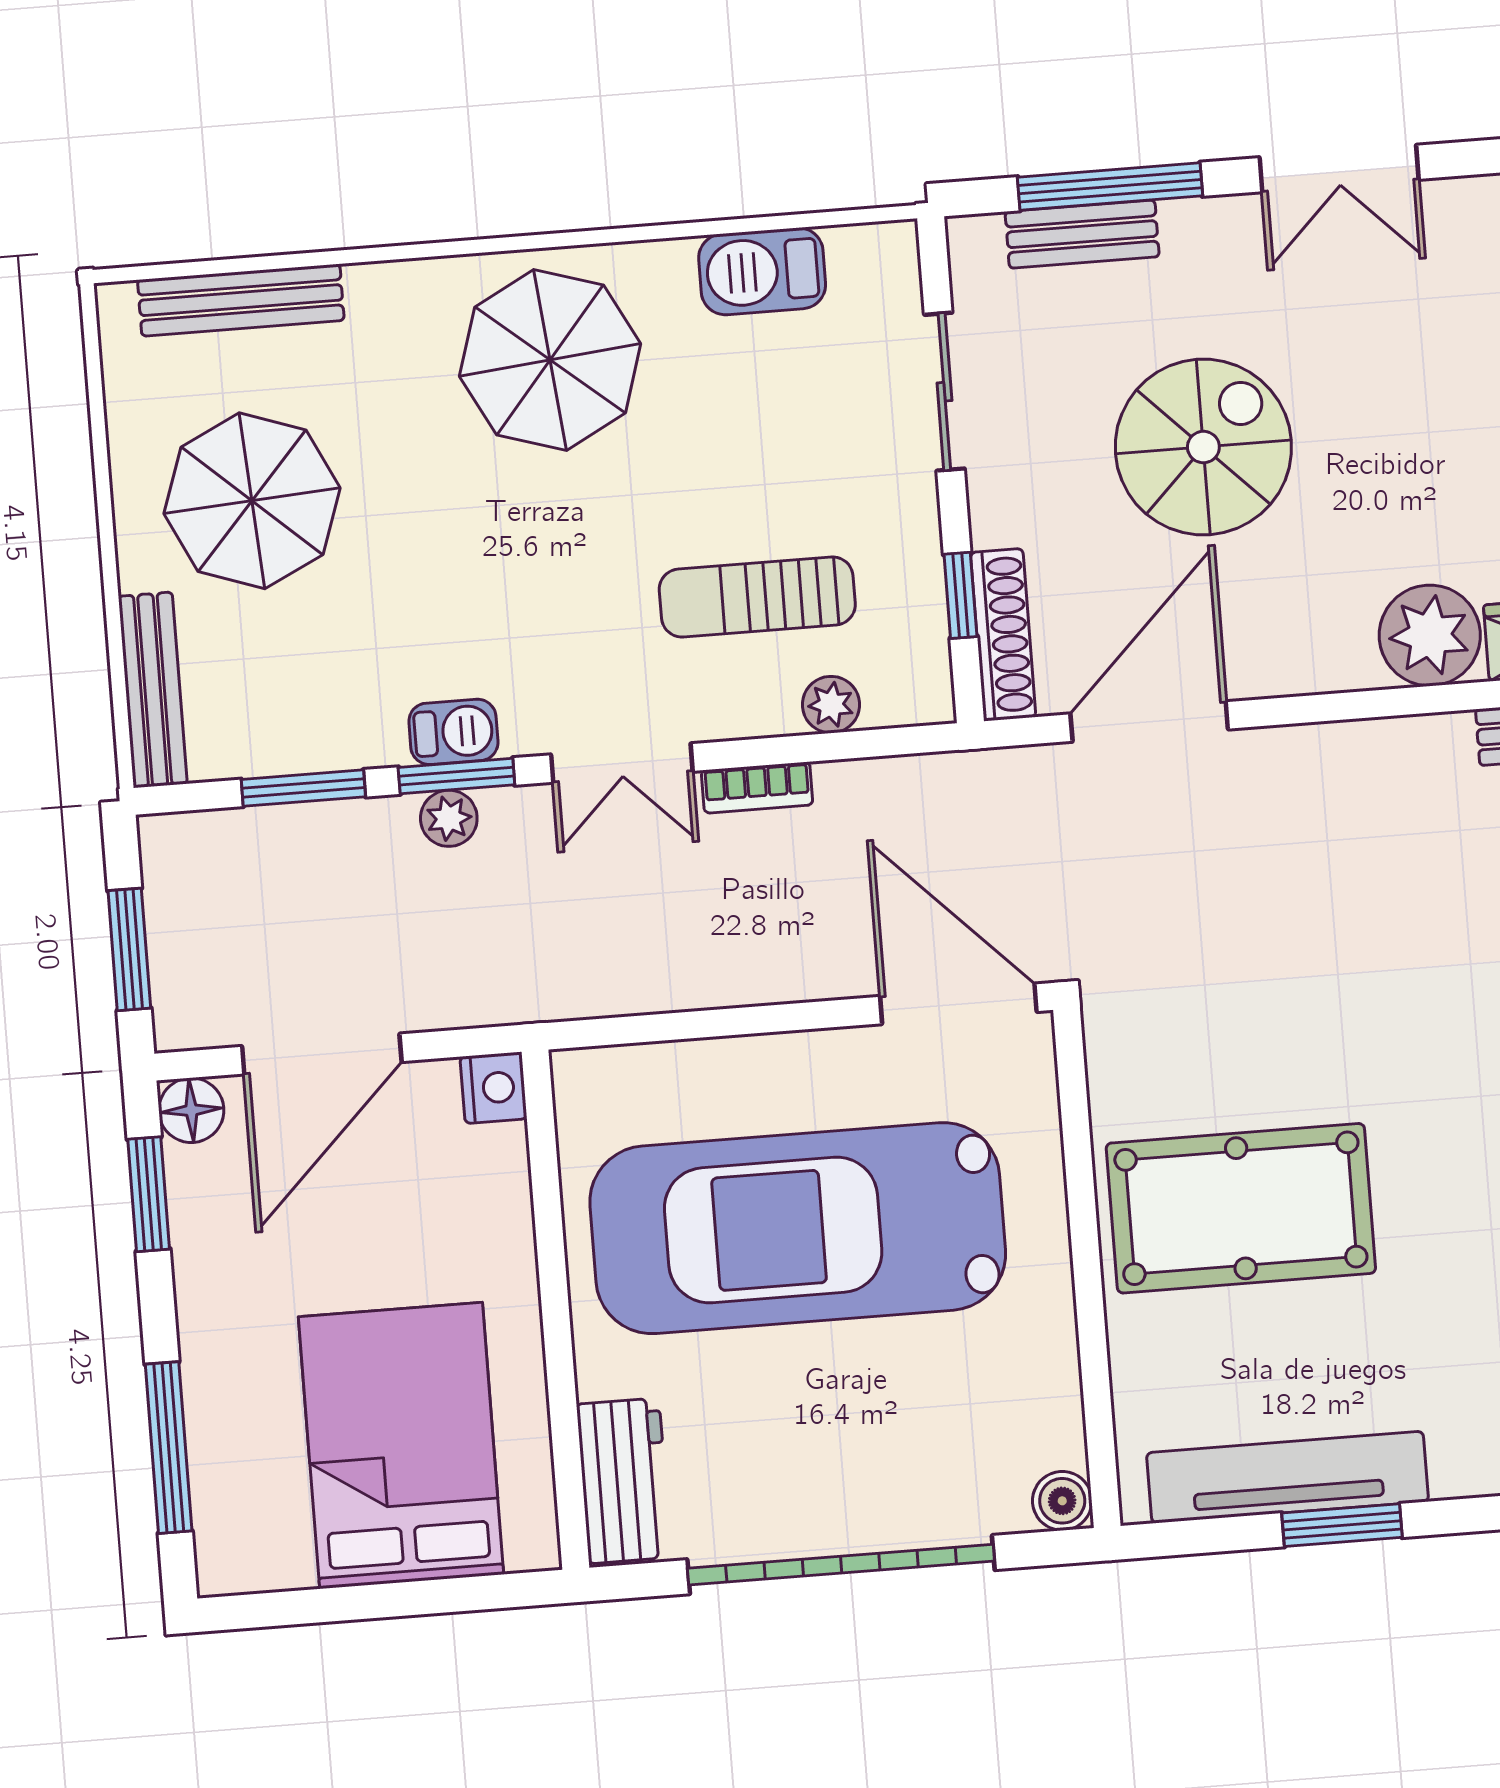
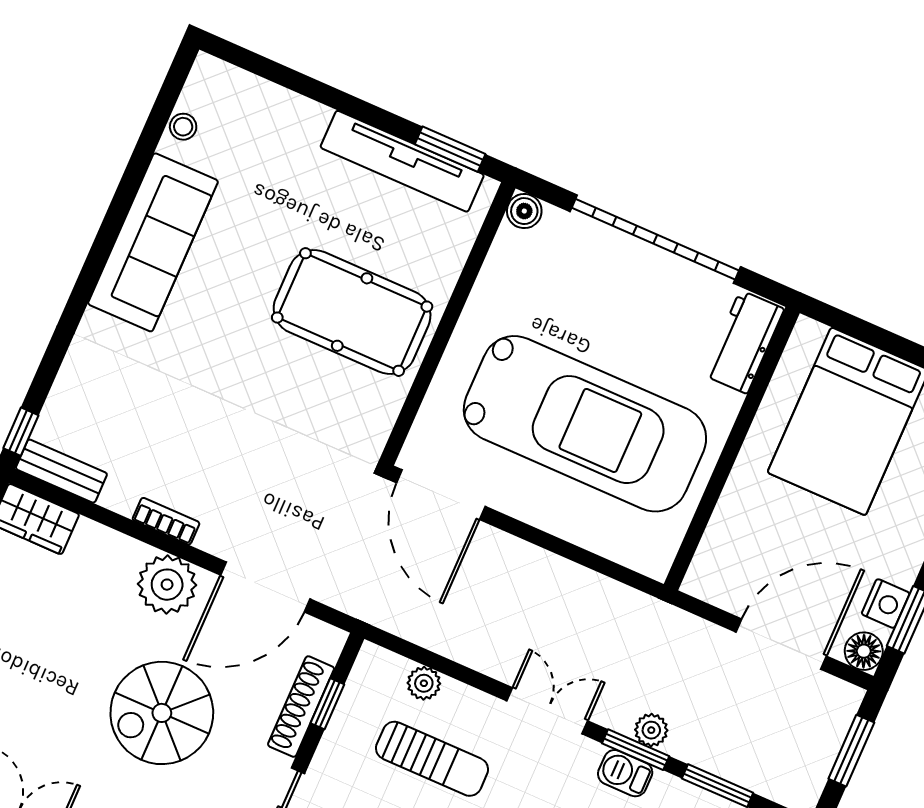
shoe rack: (1003, 635) -> (301, 707), moved
plant: (1430, 635) -> (167, 585), moved
bookcase: (757, 788) -> (166, 521), moved
nightstand: (493, 1088) -> (886, 604), moved, turned 180
window: (1342, 1525) -> (450, 149), moved

